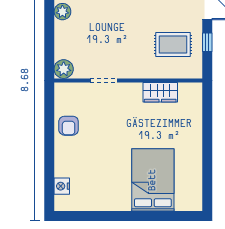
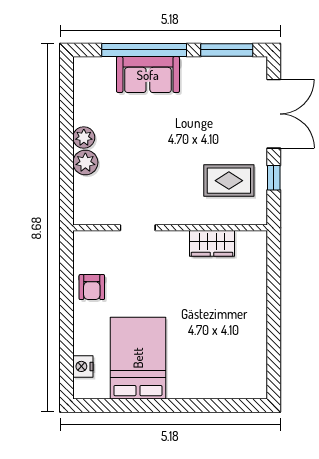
plant: (64, 69) -> (85, 162), moved
bed: (153, 180) -> (138, 358), moved

